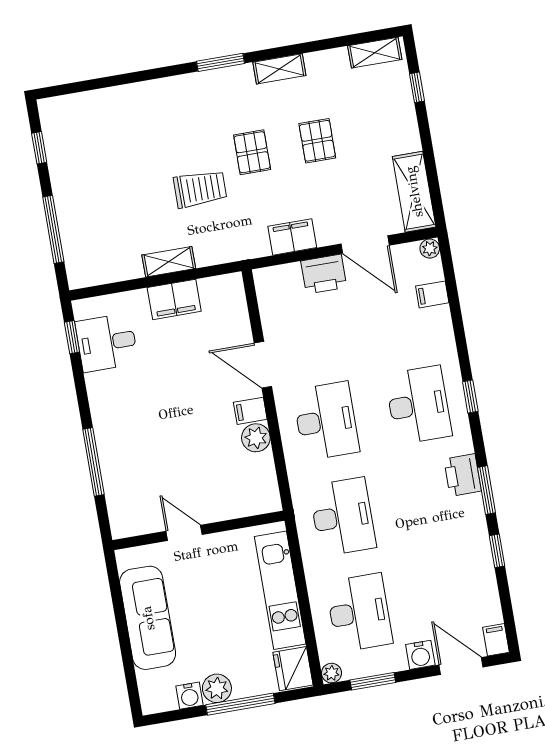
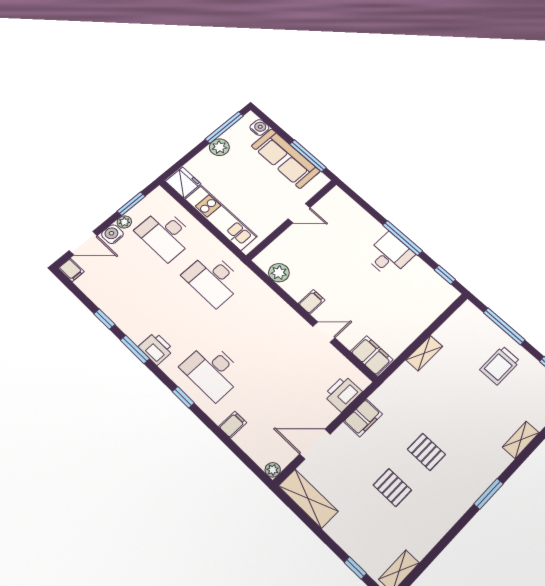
shelving: (279, 69) -> (521, 440), moved
trolley: (200, 189) -> (500, 365), moved
printer: (324, 274) -> (343, 393), moved
filing cabinet: (432, 294) -> (233, 425), moved
filing cabinet: (174, 299) -> (372, 356), moved, turned 90
desk: (107, 343) -> (389, 255), moved
door: (263, 365) -> (324, 332), width x0.73
desk: (326, 421) -> (262, 325), removed
plant: (256, 438) -> (279, 273), moved
window: (93, 462) -> (403, 238), moved
window: (118, 603) -> (308, 156), added
plant: (331, 673) -> (124, 222), moved
water cooler: (189, 696) -> (259, 127), moved, turned 90
window: (240, 704) -> (224, 127), moved

